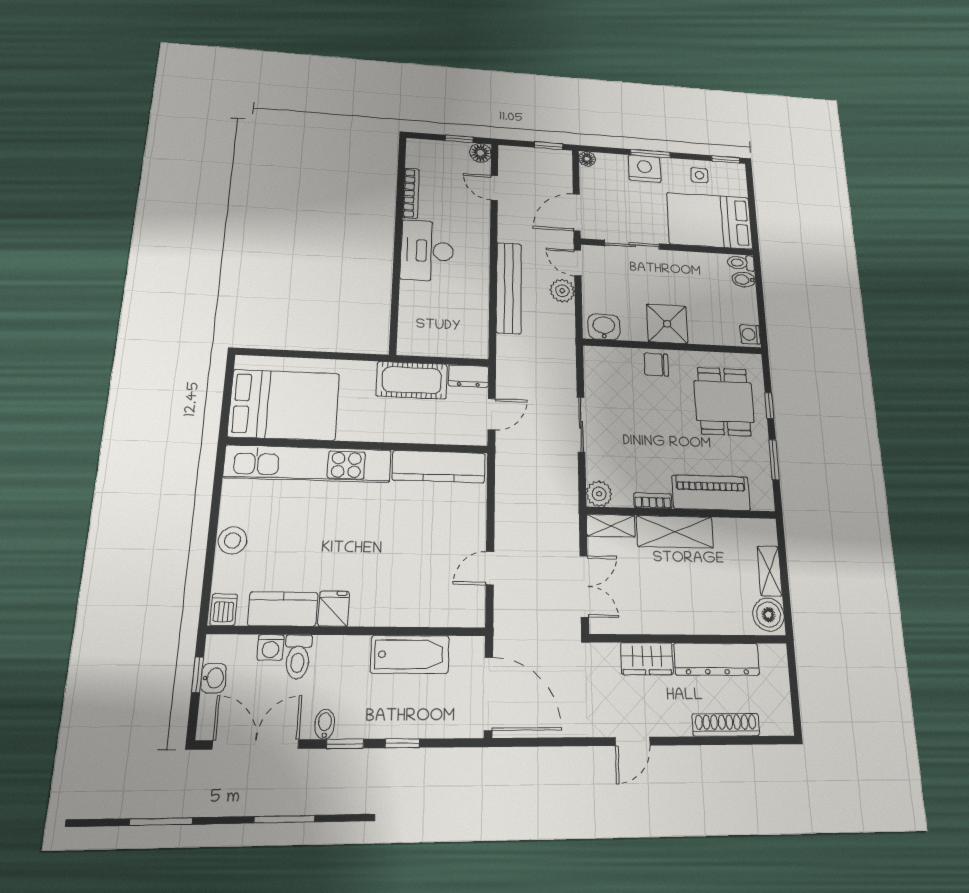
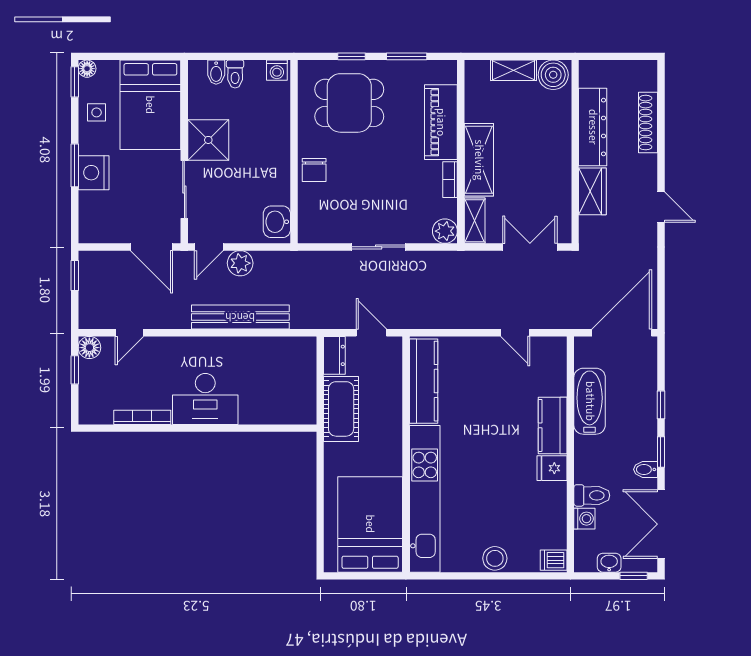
floor lamp: (587, 159) -> (87, 69), moved
toilet: (741, 263) -> (235, 74), moved
shower: (667, 324) -> (208, 140), moved
kitchen counter: (283, 609) -> (553, 425), moved
window: (198, 675) -> (634, 576), moved

